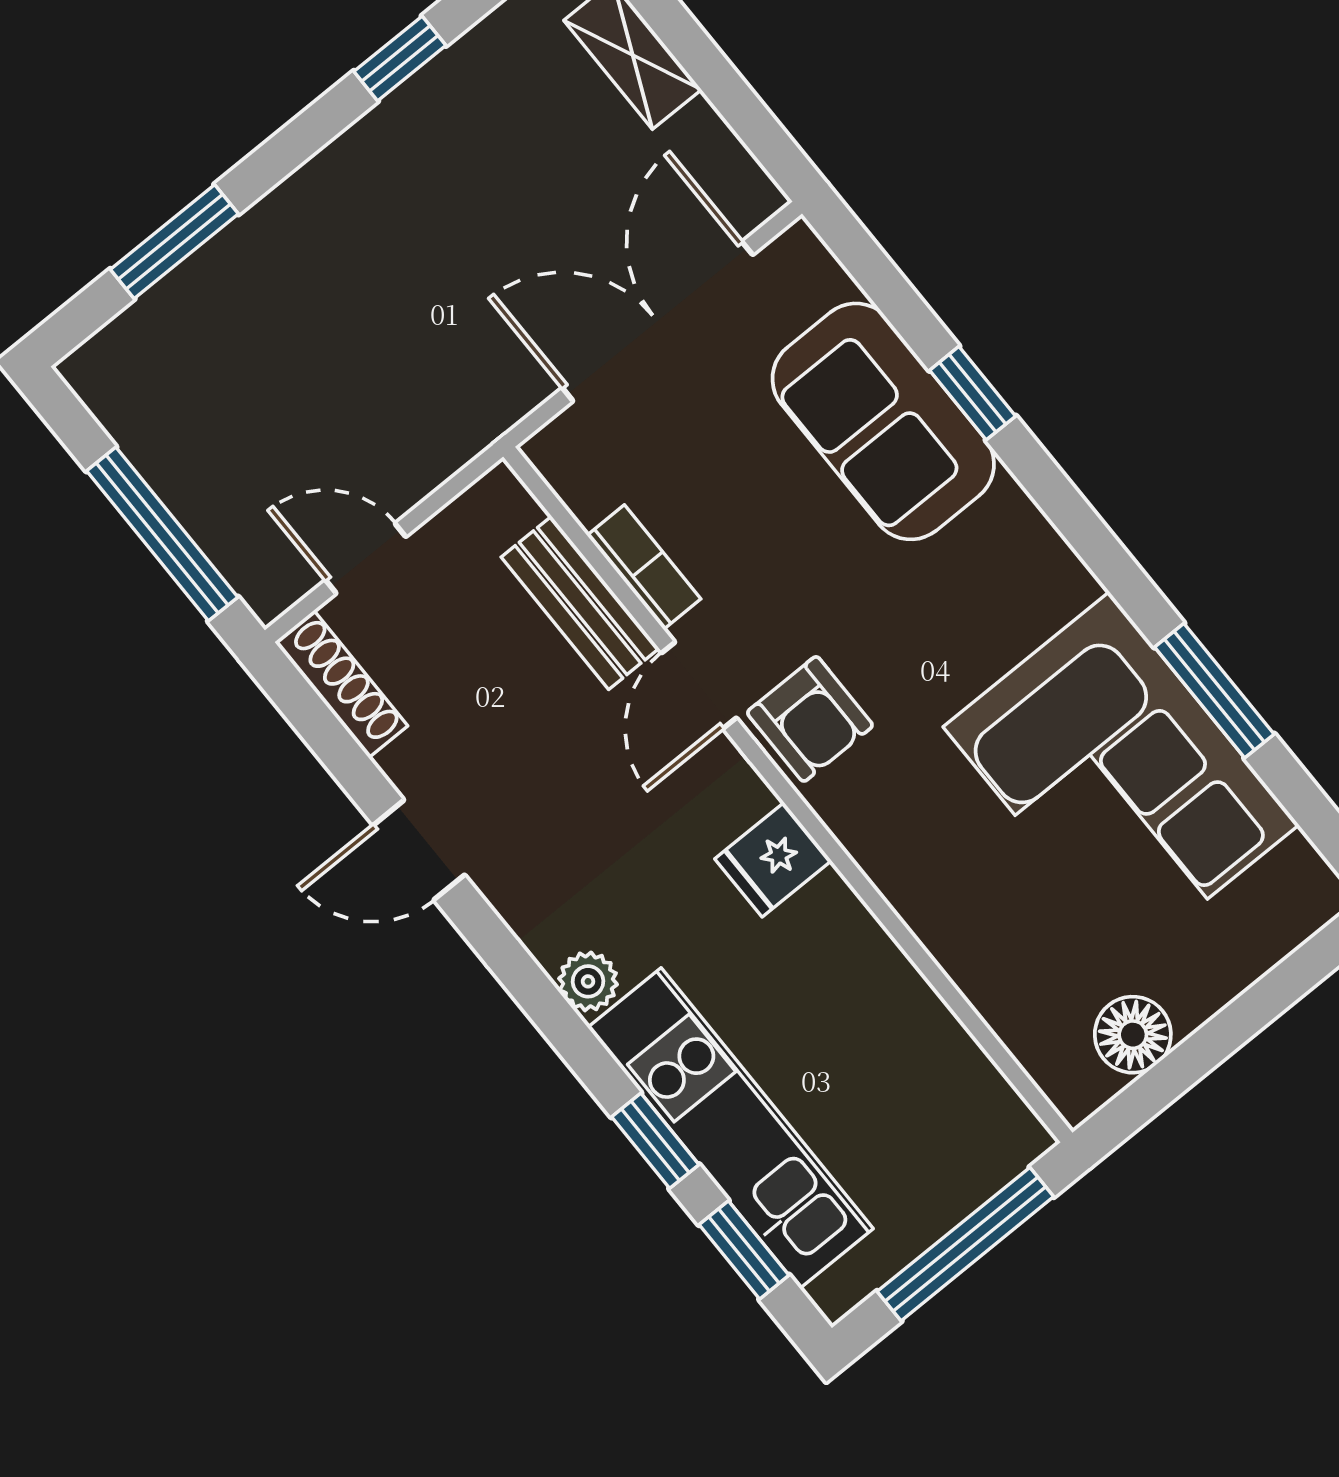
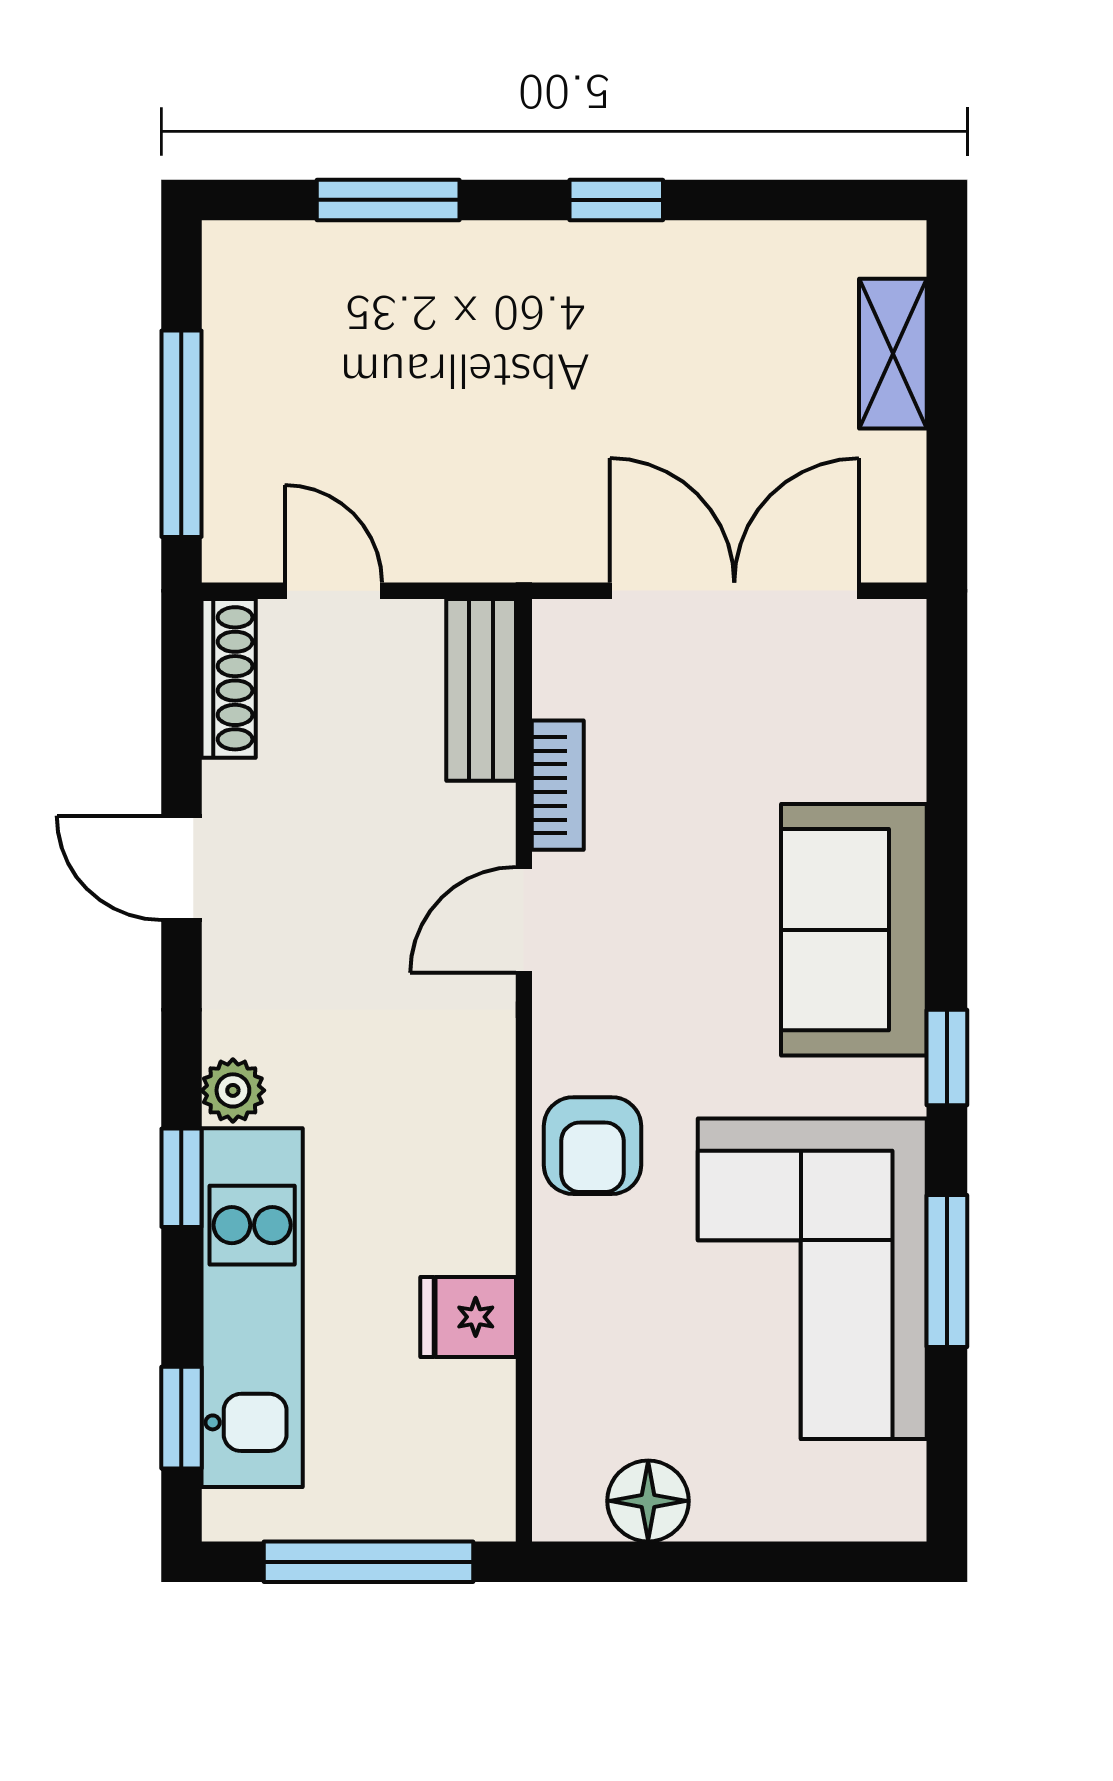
window: (400, 58) -> (616, 200), moved
window: (973, 393) -> (947, 1058), moved
sofa: (883, 421) -> (854, 930), moved
bench: (580, 603) -> (481, 690), moved
armchair: (810, 719) -> (592, 1146), moved
fridge: (773, 860) -> (468, 1317), moved
window: (655, 1141) -> (181, 1178), moved

